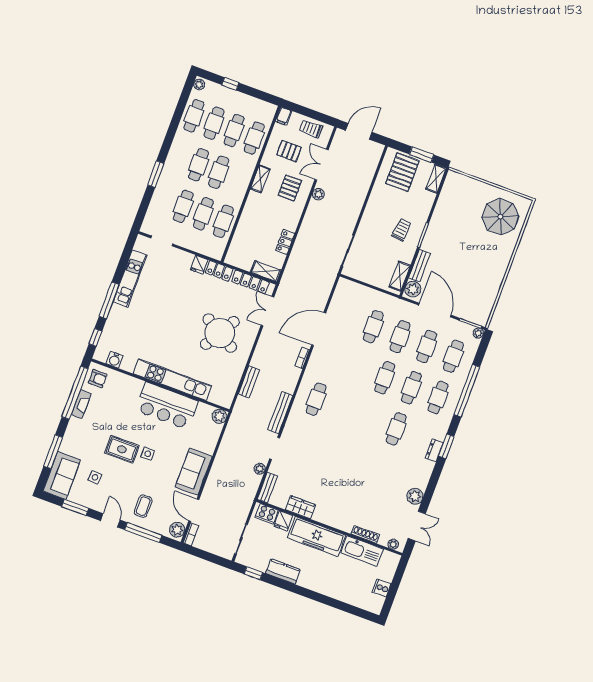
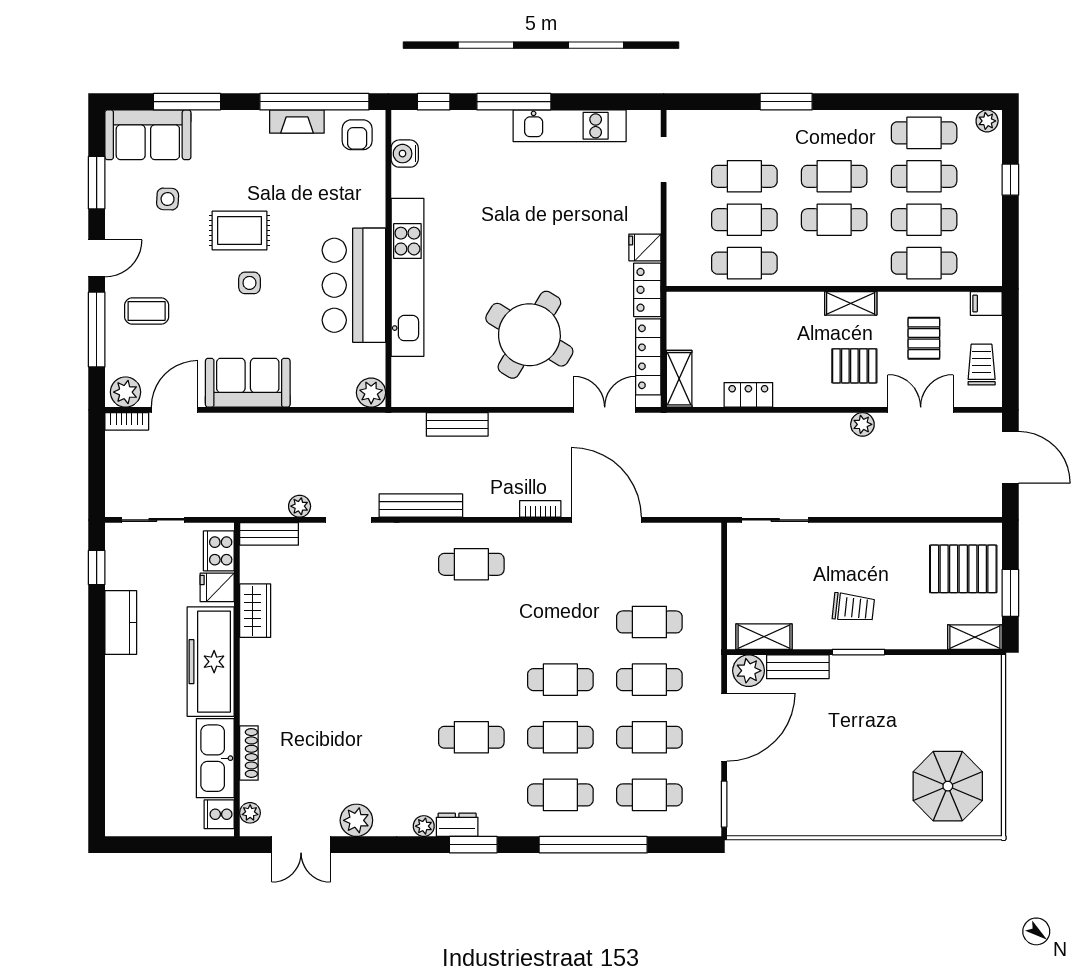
plant: (478, 333) -> (424, 826), moved
rug: (122, 449) -> (240, 231), turned 90
cooker: (382, 588) -> (219, 814), moved, turned -90

